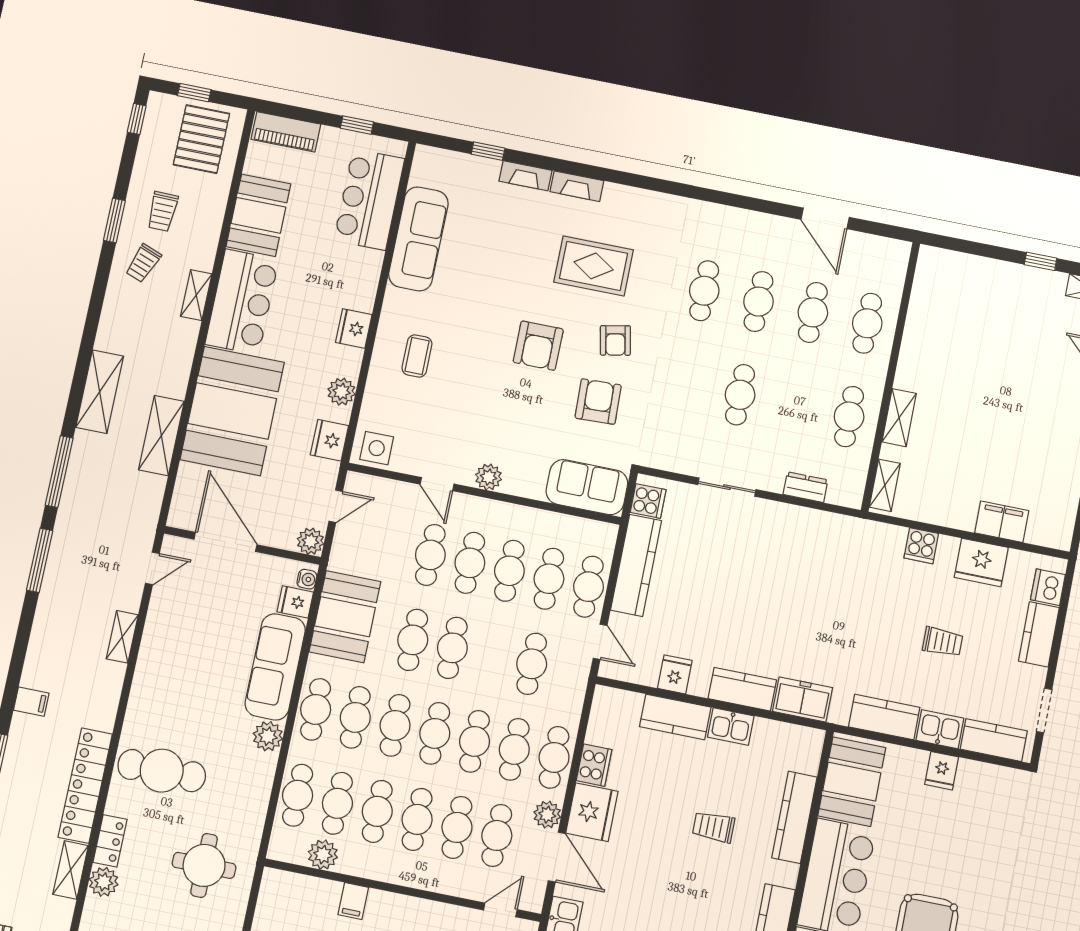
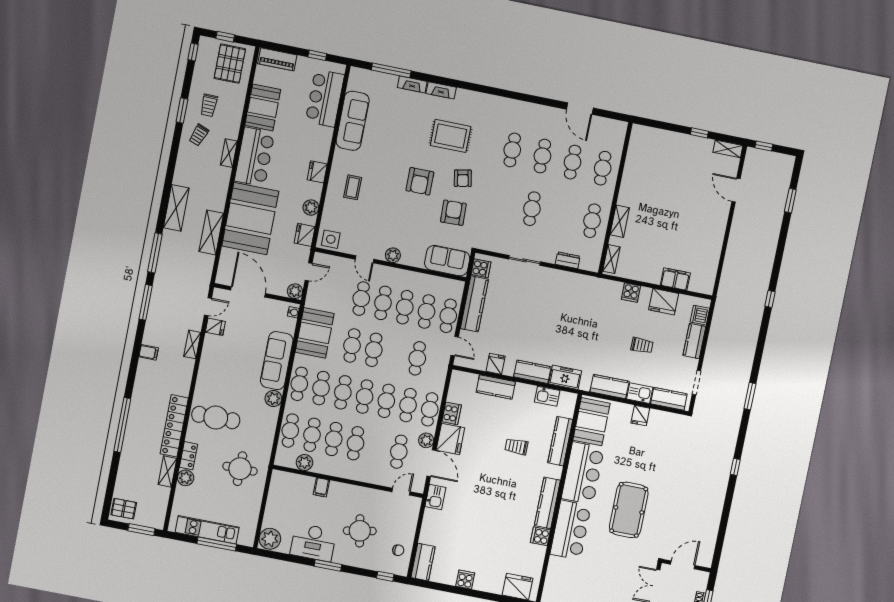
window: (488, 151) -> (391, 70), width x2.17
fridge: (295, 602) -> (215, 327), moved, turned 180
filing cabinet: (31, 702) -> (149, 352), moved
kitchen sink: (731, 726) -> (547, 396), moved
cafe table: (457, 827) -> (377, 447), removed

